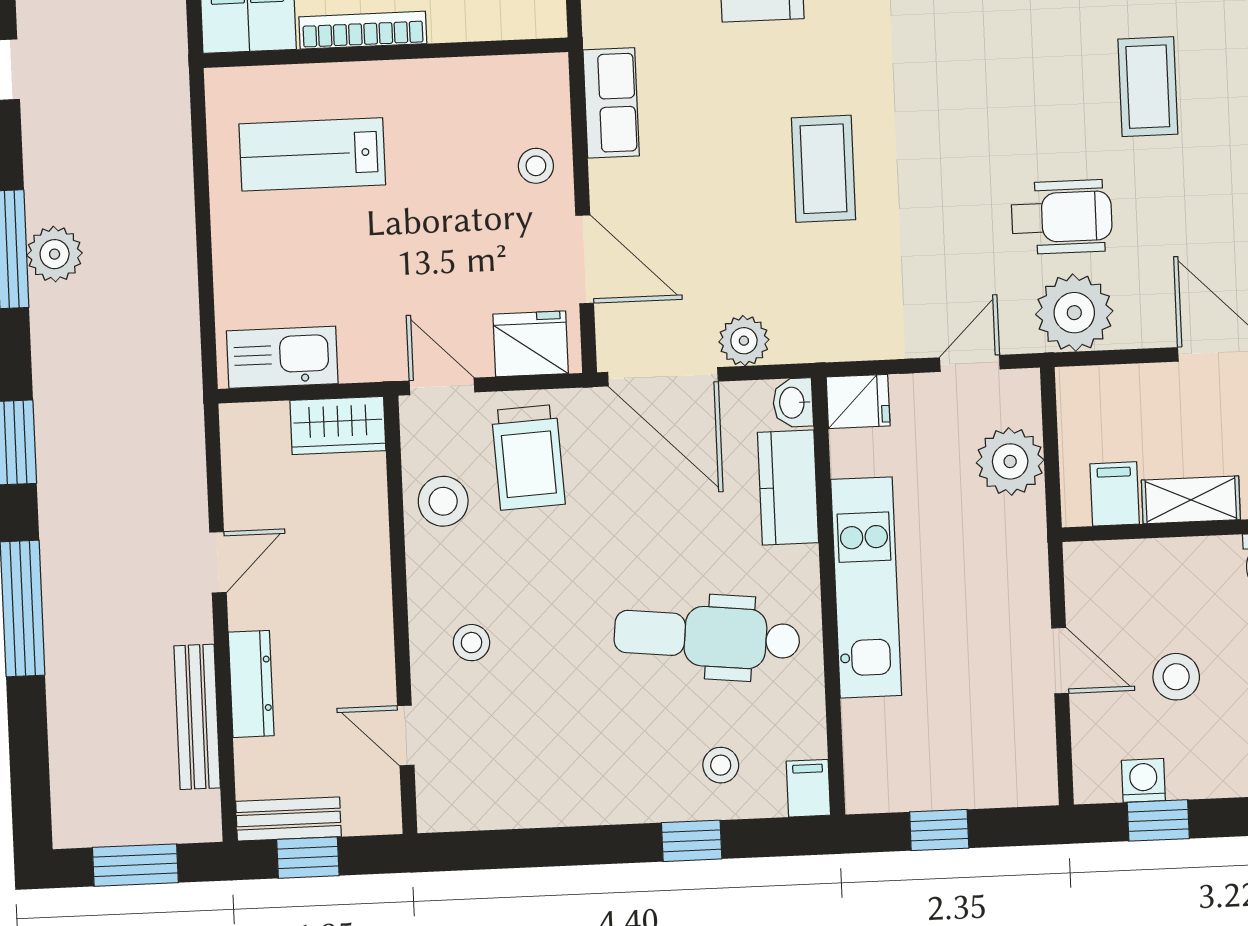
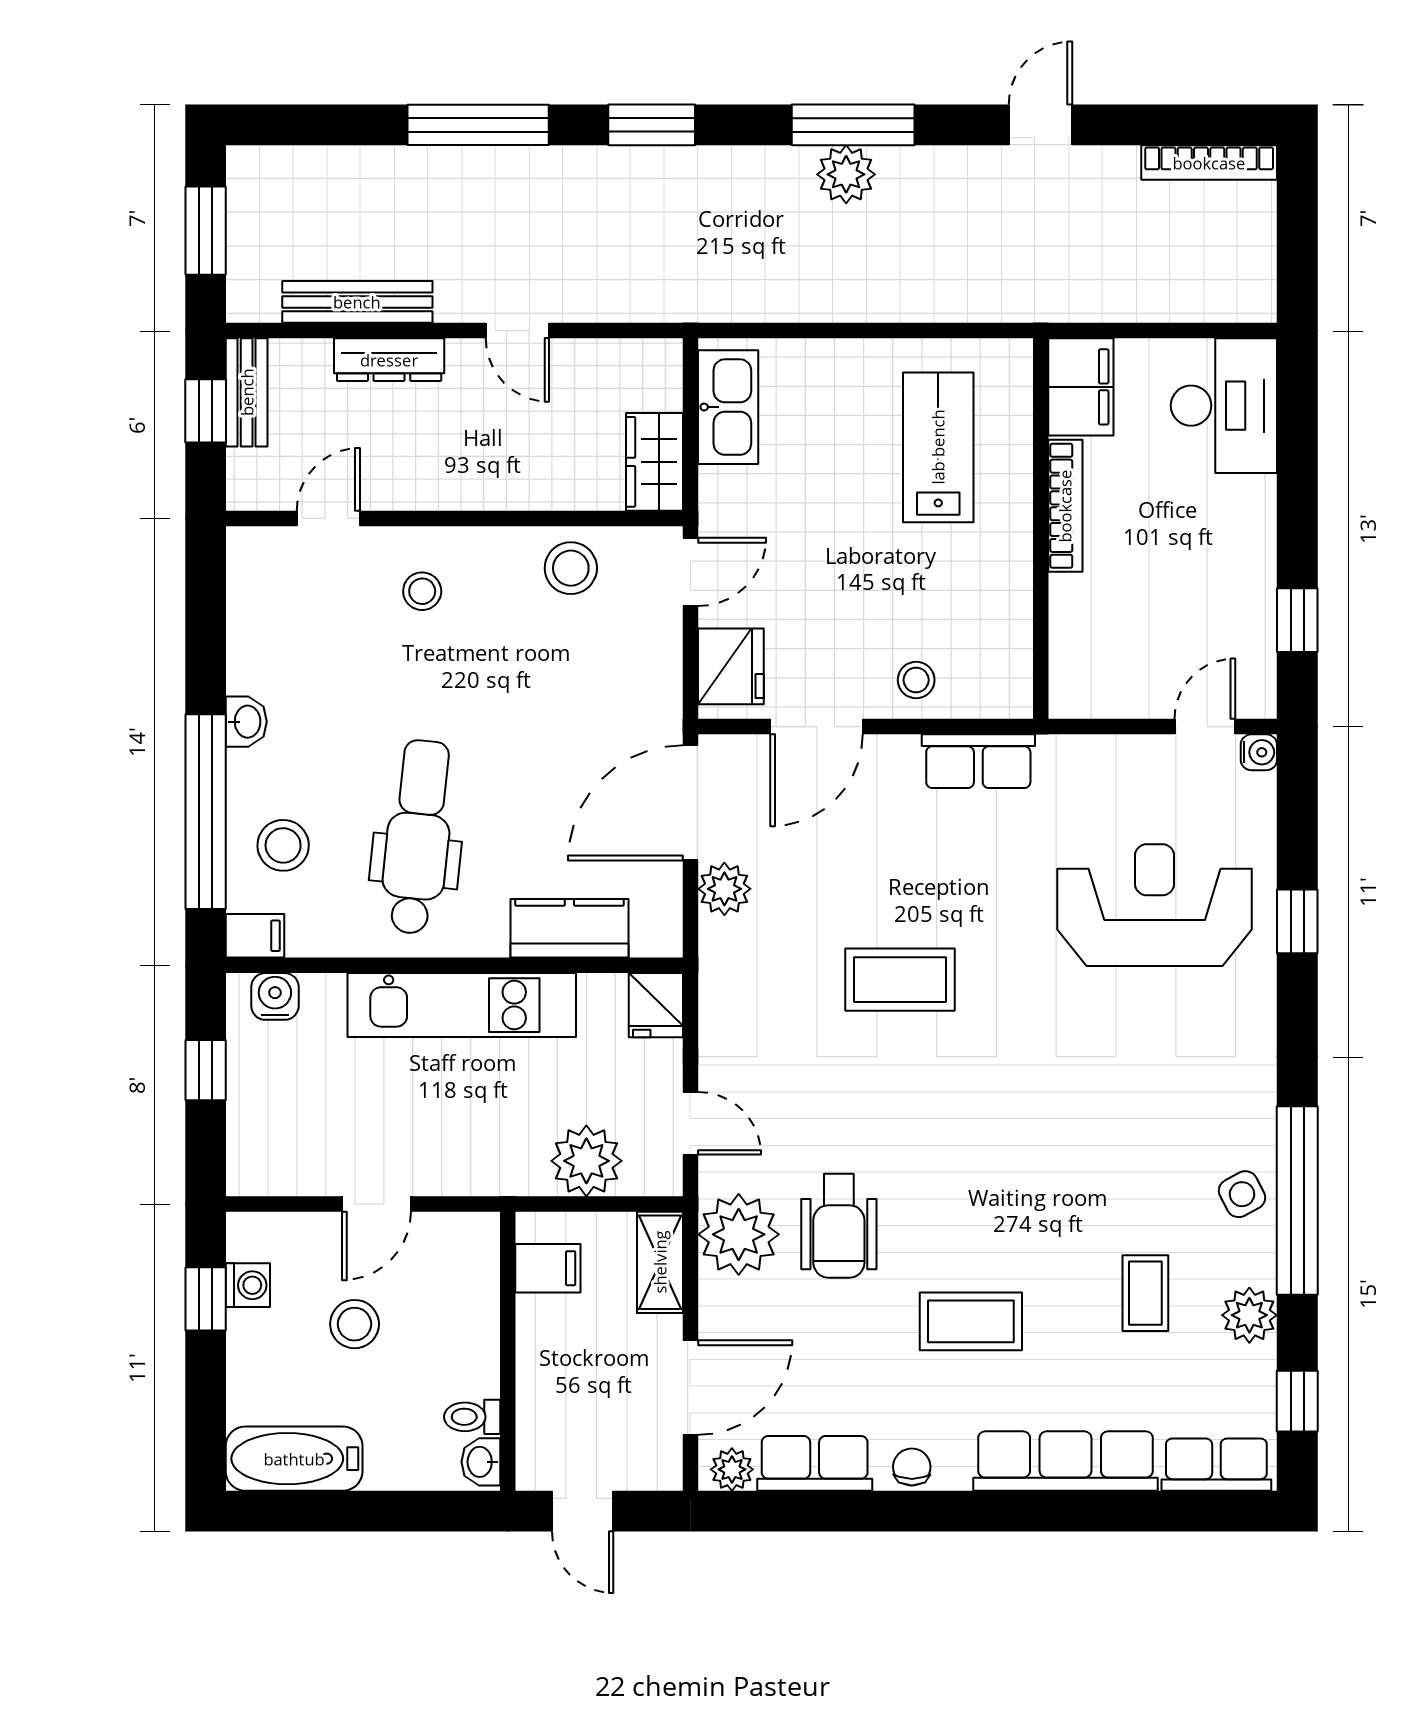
washbasin: (793, 403) -> (246, 722), moved, turned 90
trolley: (528, 457) -> (613, 659), removed
shelving: (1191, 500) -> (660, 1262), moved
stool: (721, 765) -> (283, 845), width x1.37, depth x1.37
water cooler: (866, 767) -> (275, 996), added
window: (692, 841) -> (206, 812), width x3.17

